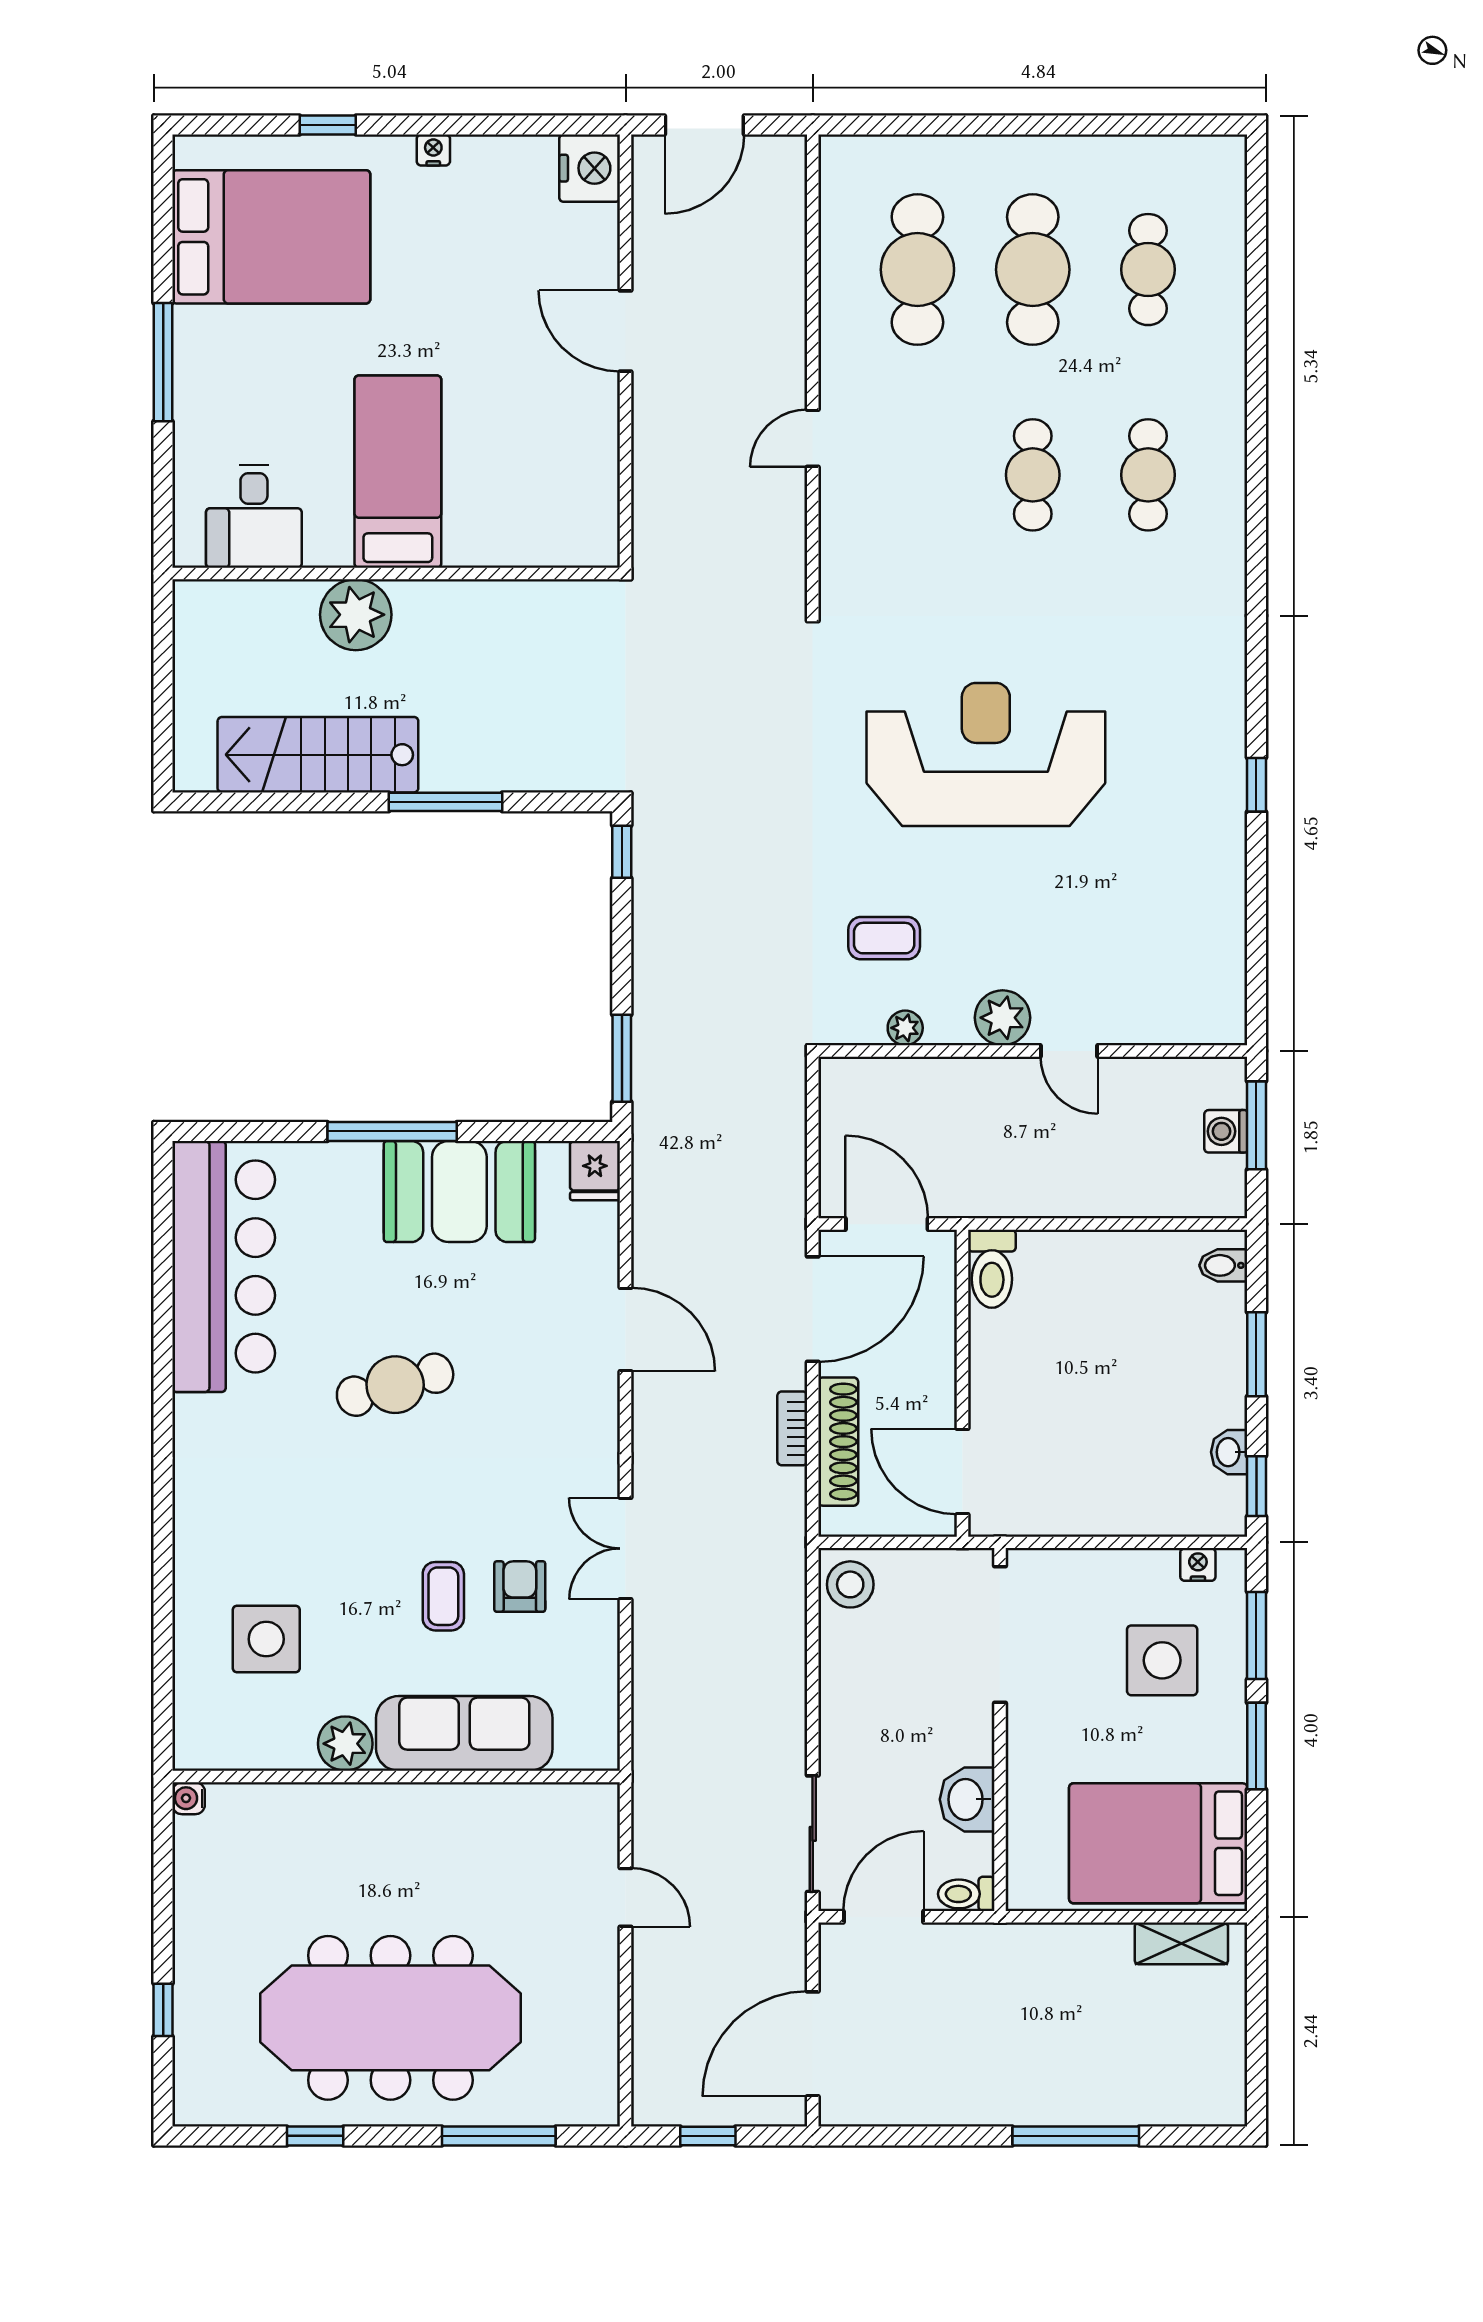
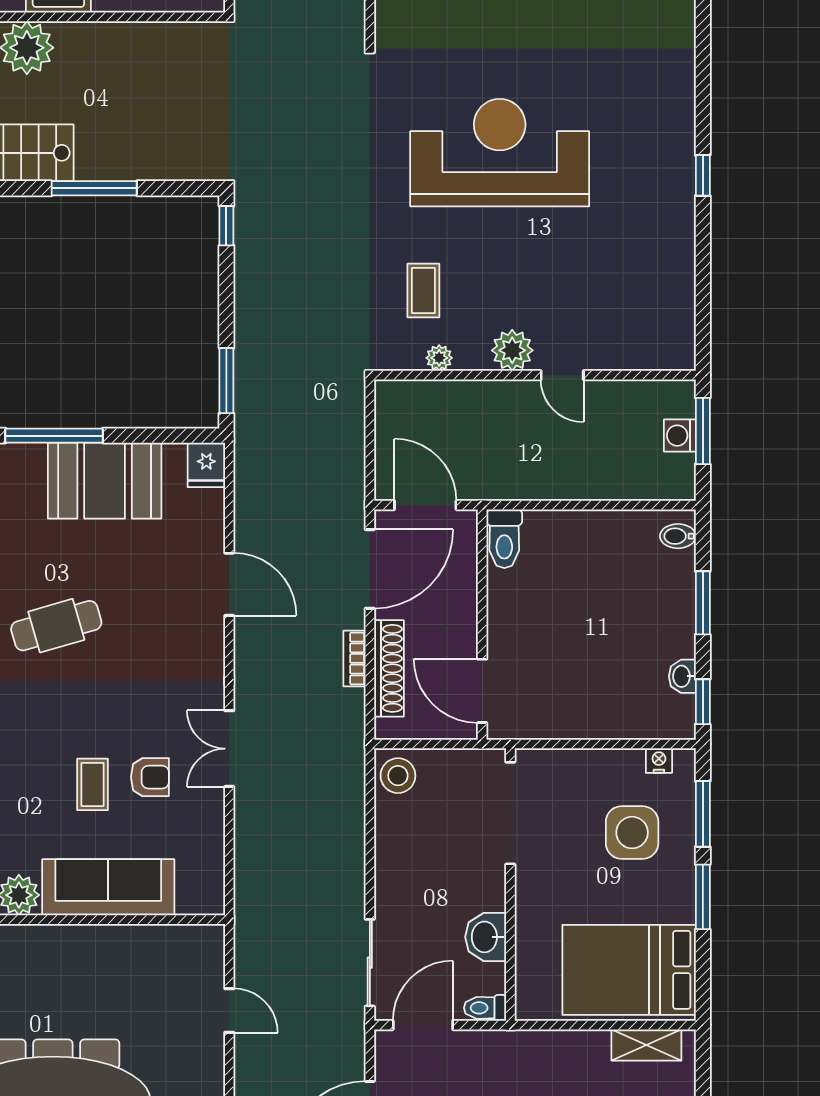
coffee table: (884, 938) -> (423, 290), turned 90
armchair: (520, 1587) -> (150, 777), turned 90

